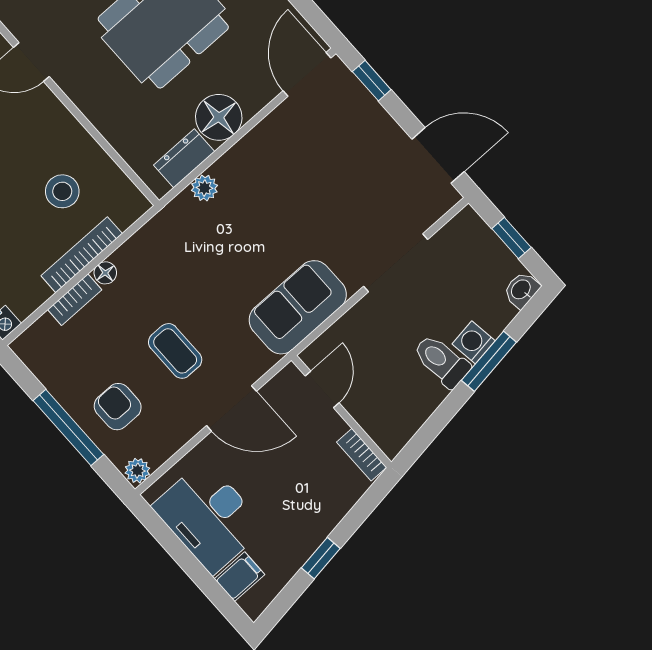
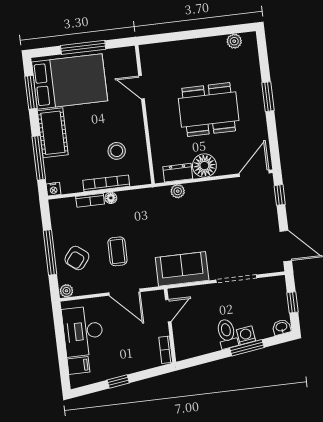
armchair: (118, 407) -> (77, 258), turned -142

